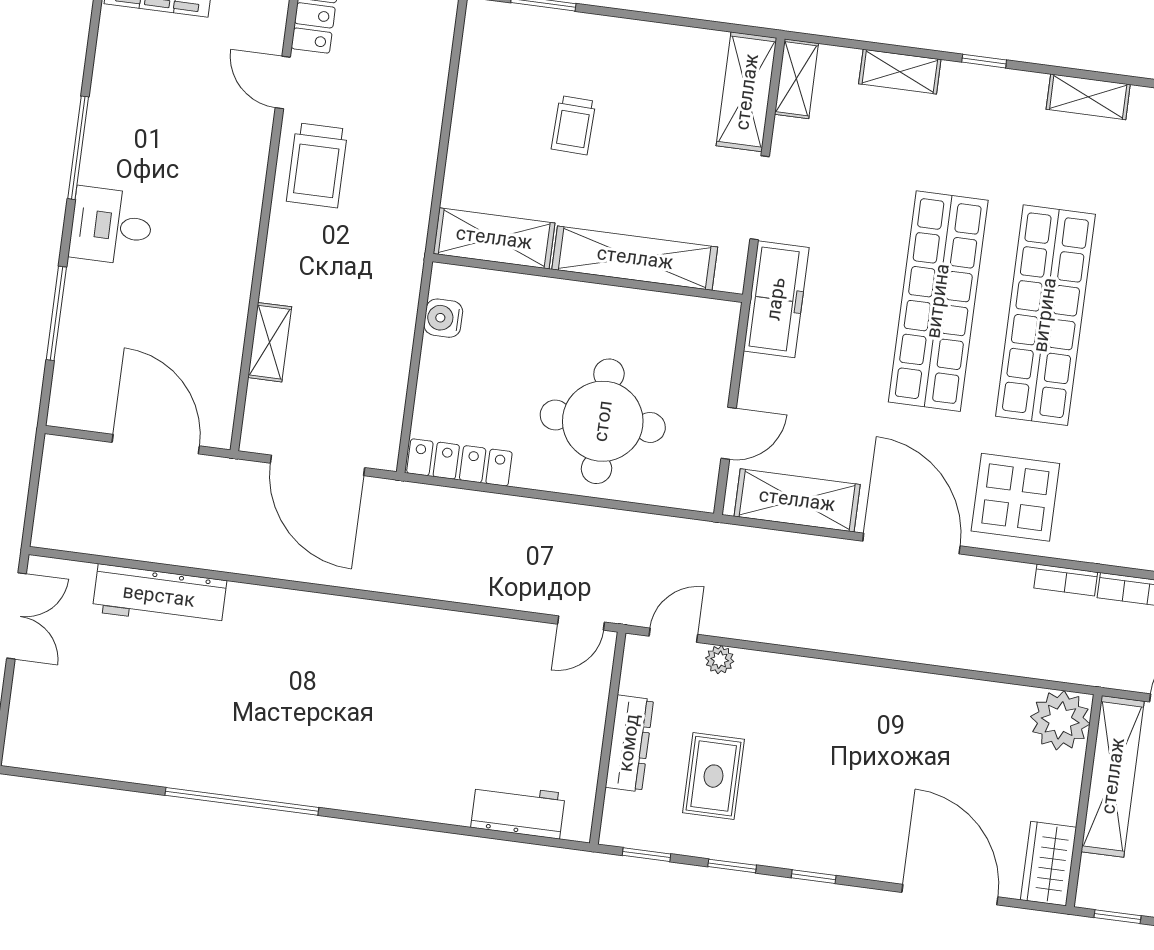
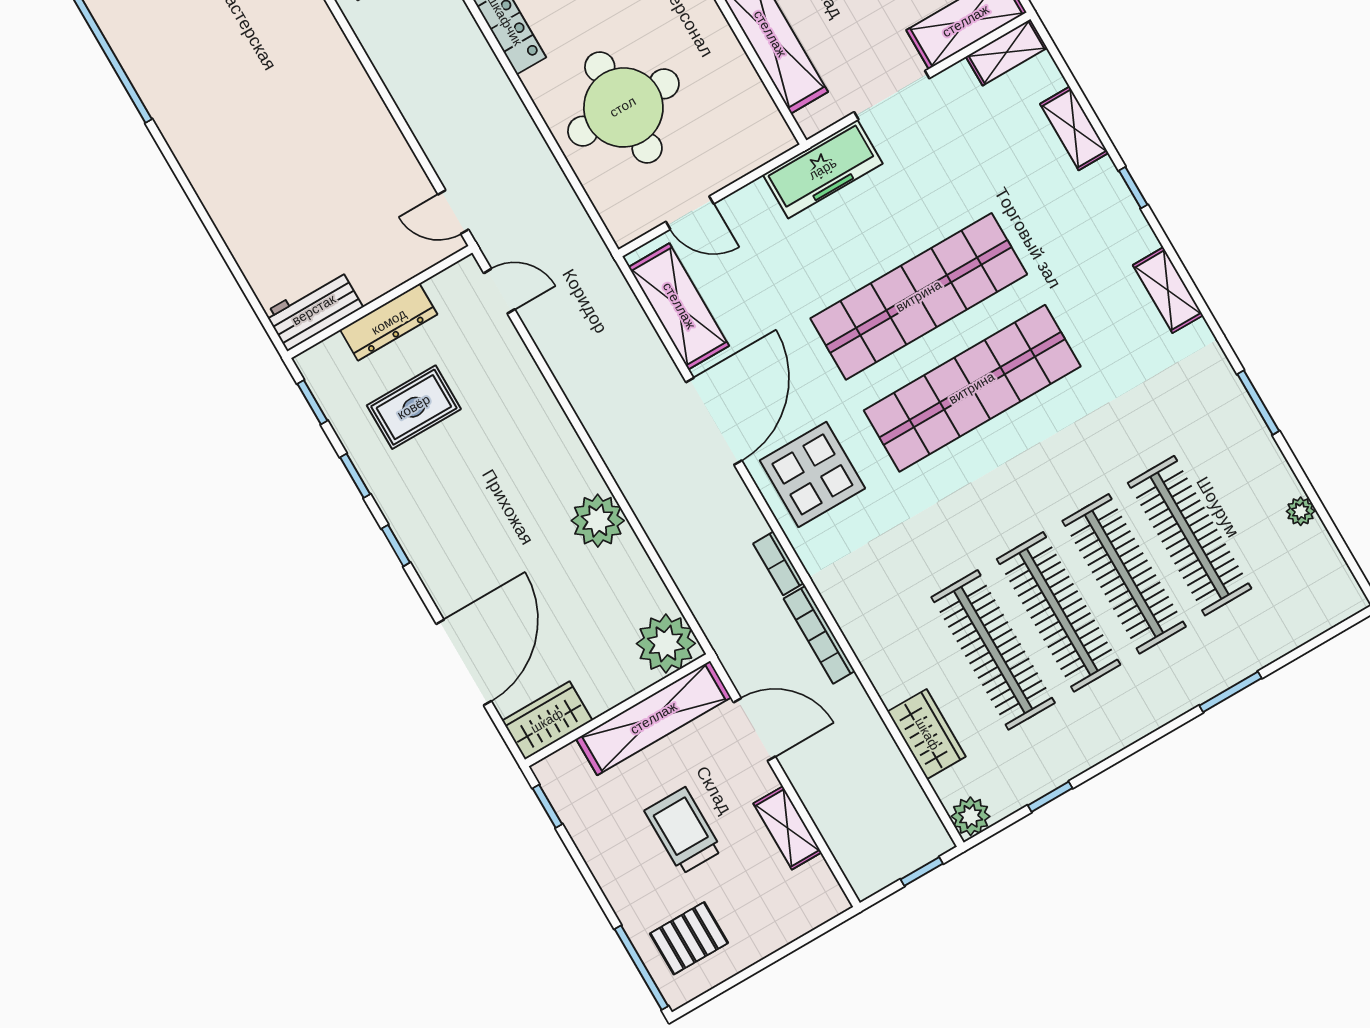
plant: (720, 660) -> (598, 521), moved, width x1.88, depth x1.88
workbench: (518, 811) -> (314, 310), moved, turned -90

